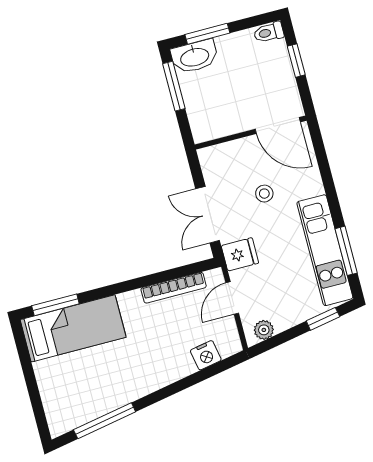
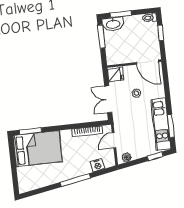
fridge: (240, 254) -> (116, 75), moved
bed: (73, 328) -> (38, 149), width x1.50
window: (105, 421) -> (75, 180), moved

